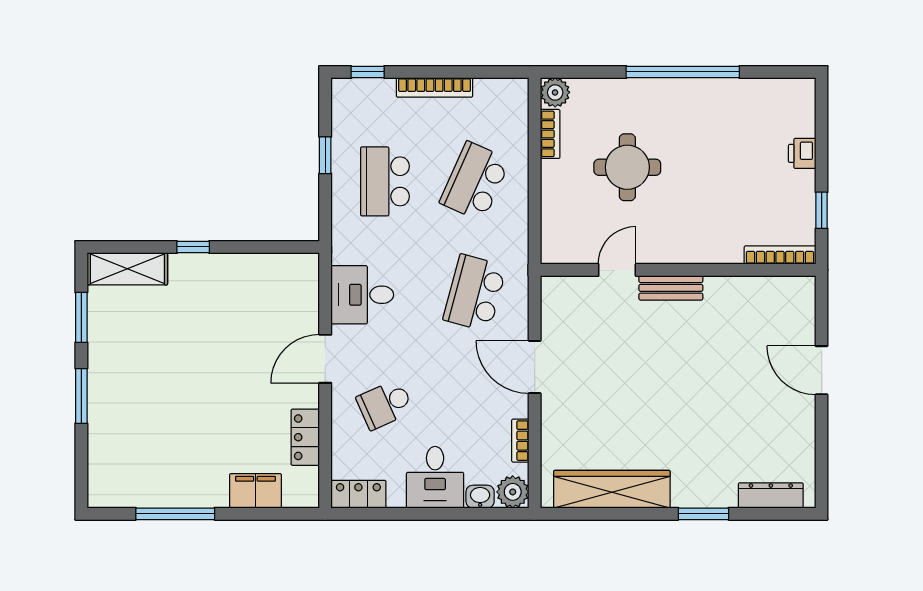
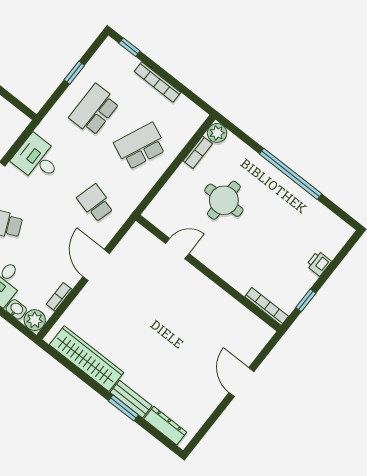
bench: (671, 288) -> (131, 399), moved
school desk: (475, 293) -> (95, 203), width x0.54

